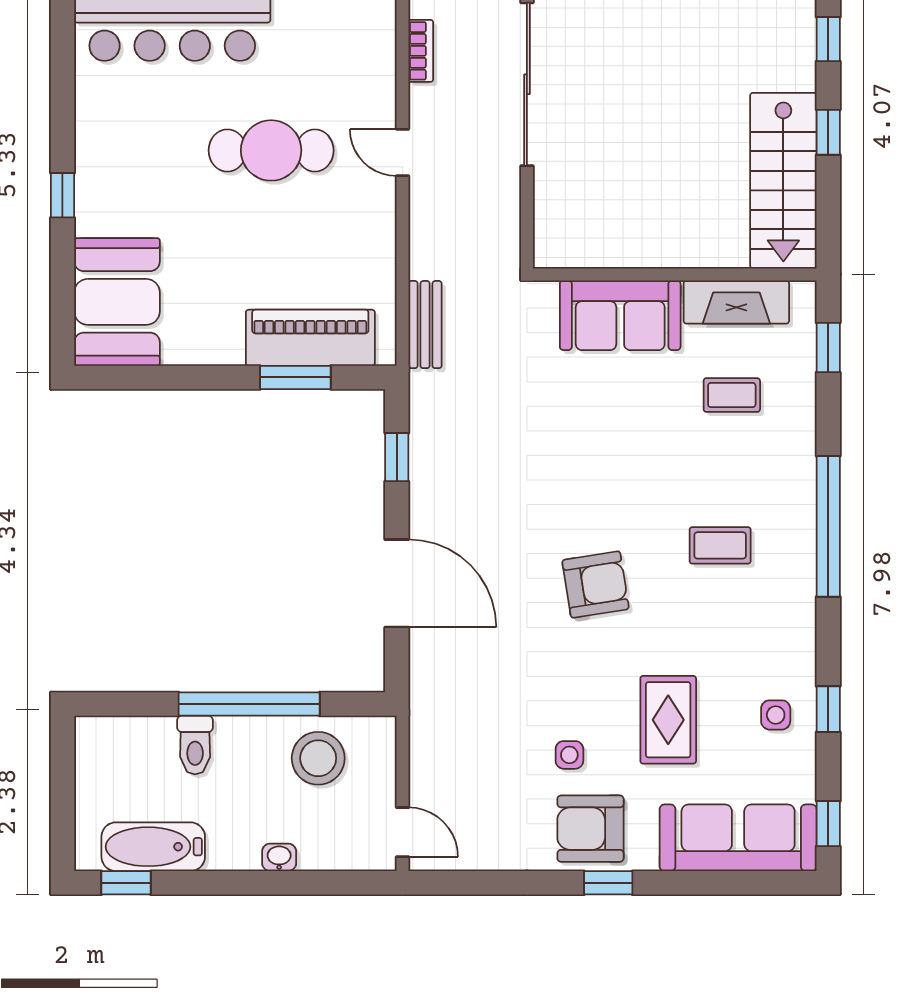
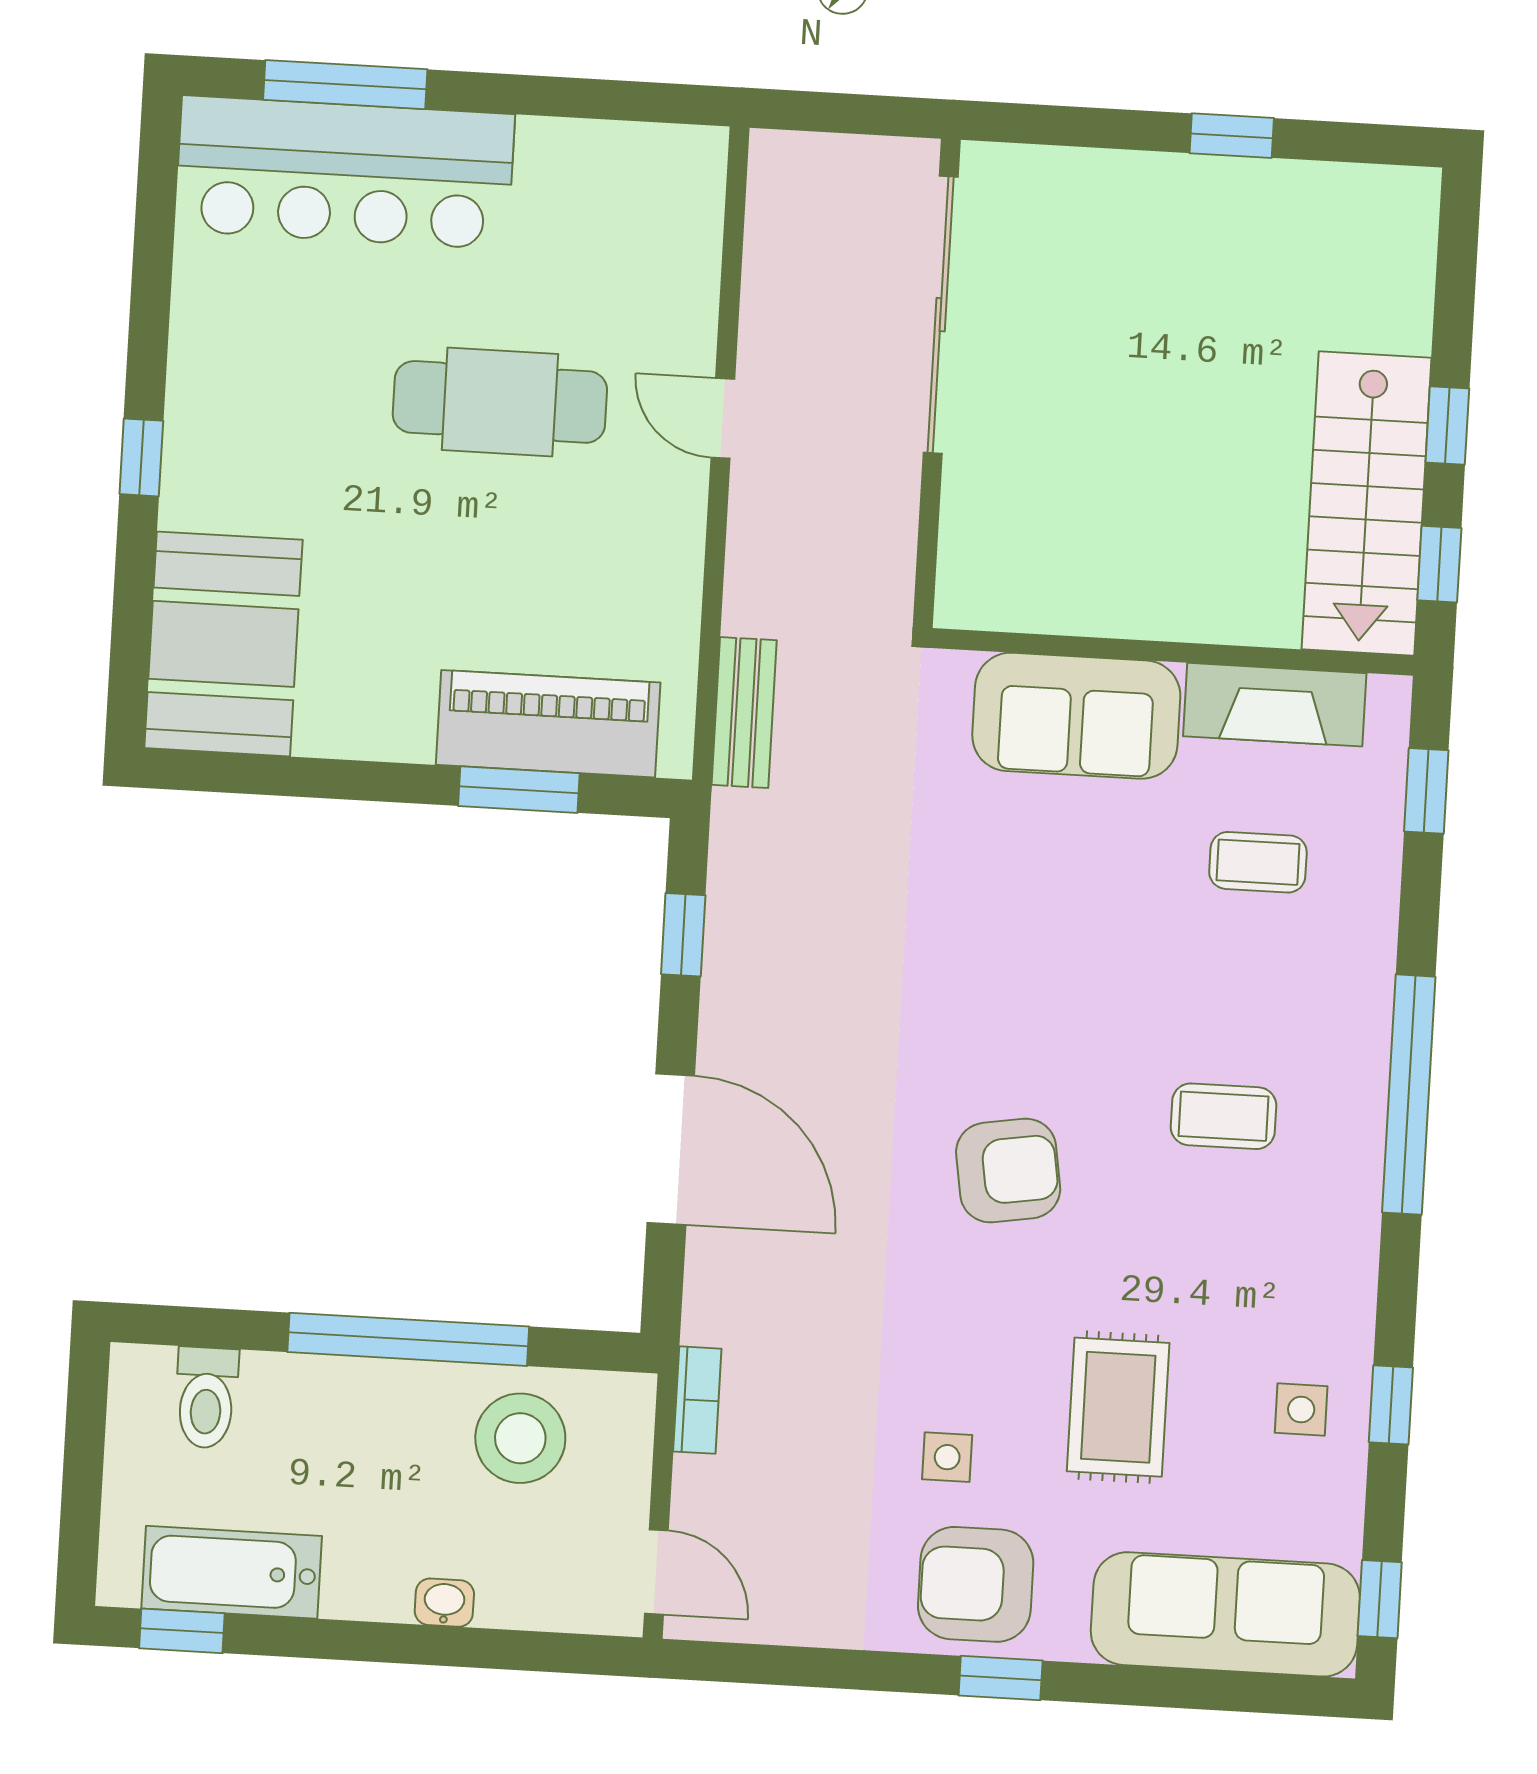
window: (828, 39) -> (1439, 564), moved
bookcase: (421, 51) -> (697, 1400), moved
toilet: (195, 745) -> (206, 1398), moved

